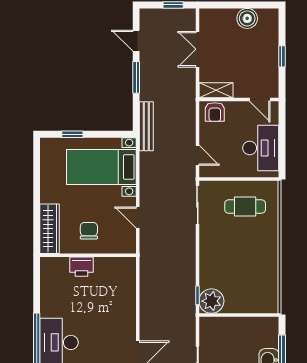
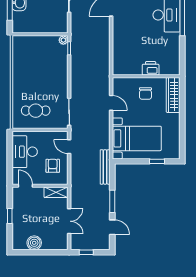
armchair: (215, 112) -> (53, 166), moved
plant: (211, 301) -> (63, 40), width x0.53, depth x0.53

